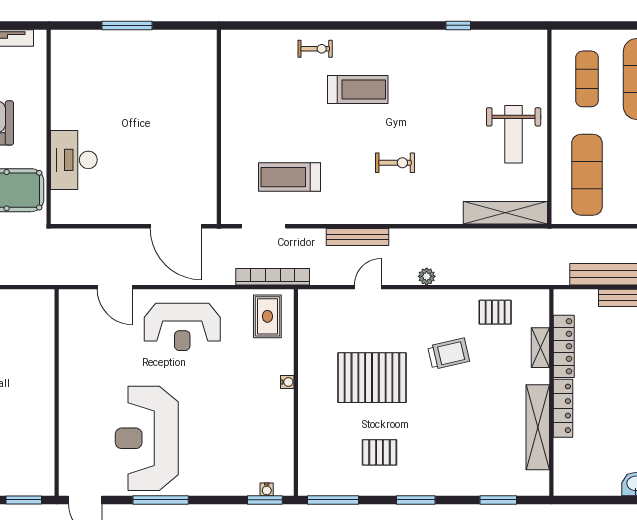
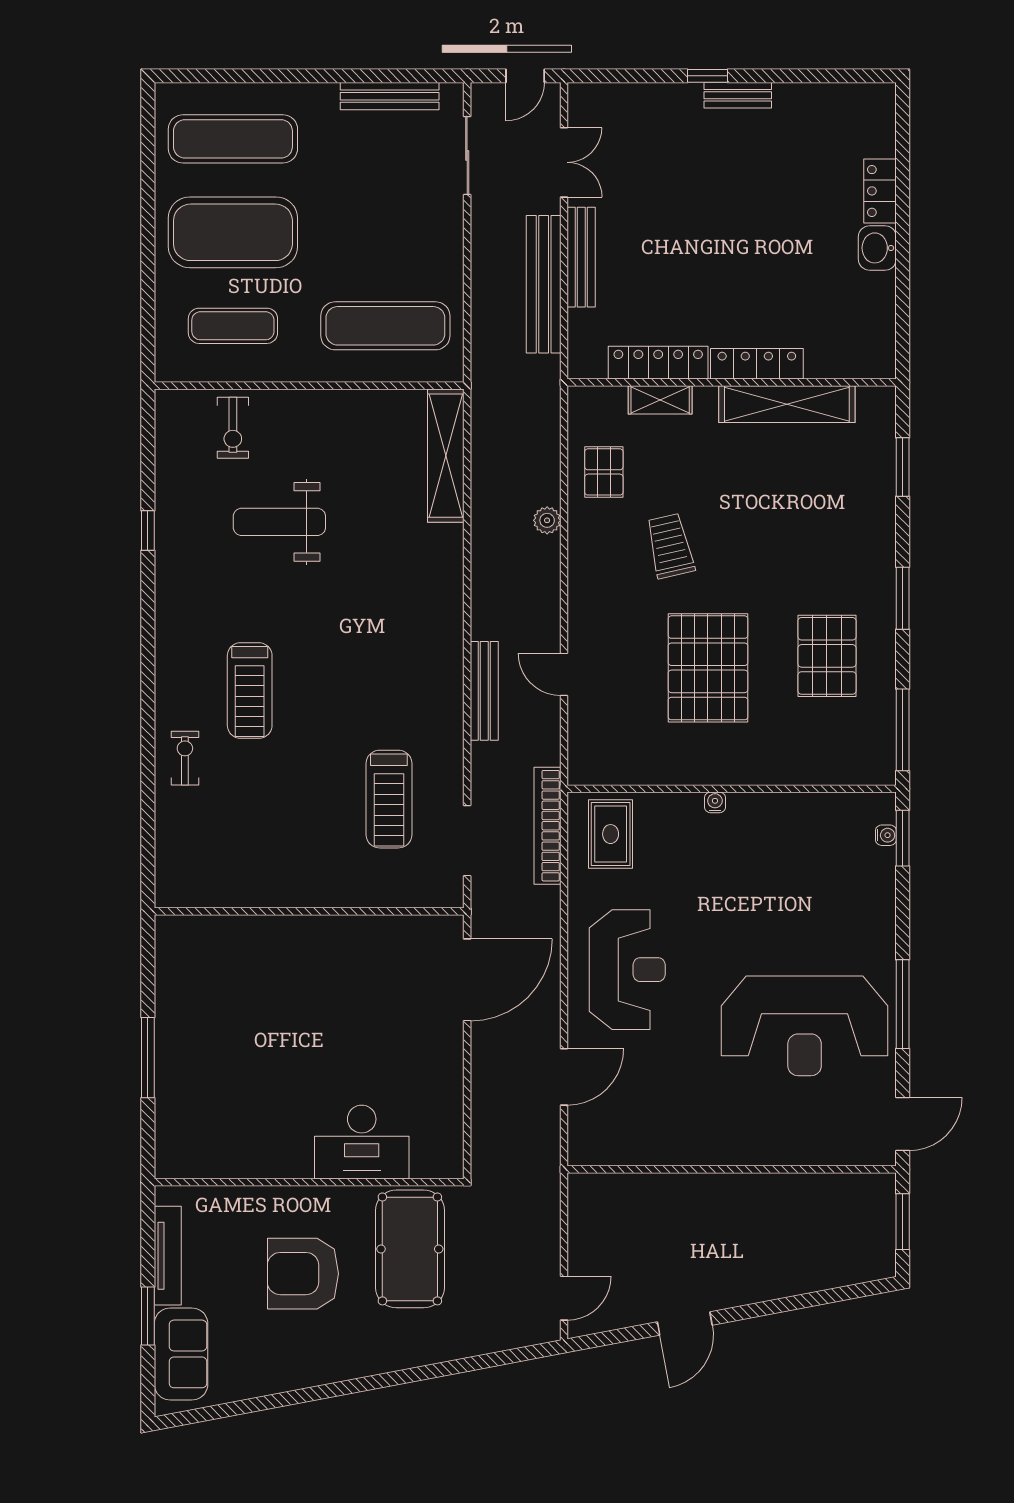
treadmill: (358, 89) -> (250, 691), turned 180
weight bench: (514, 134) -> (279, 522), moved, turned 180
exercise bike: (395, 163) -> (233, 428), moved, turned 180
plant: (427, 276) -> (547, 520), moved
rug: (267, 316) -> (611, 834), turned 90
pallet: (379, 452) -> (827, 656), width x1.50, depth x1.42

